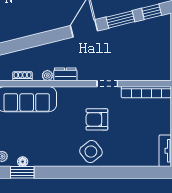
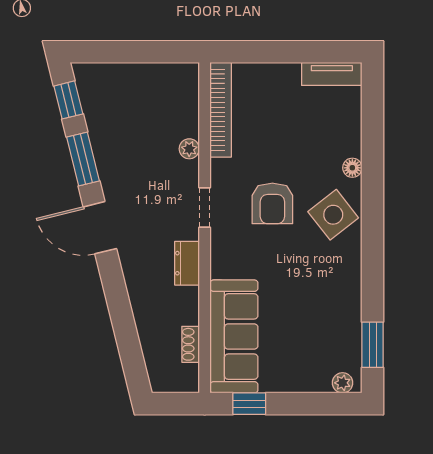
plant: (47, 76) -> (189, 149), moved
doorway: (107, 84) -> (205, 208), moved
floor lamp: (23, 162) -> (352, 168), moved

